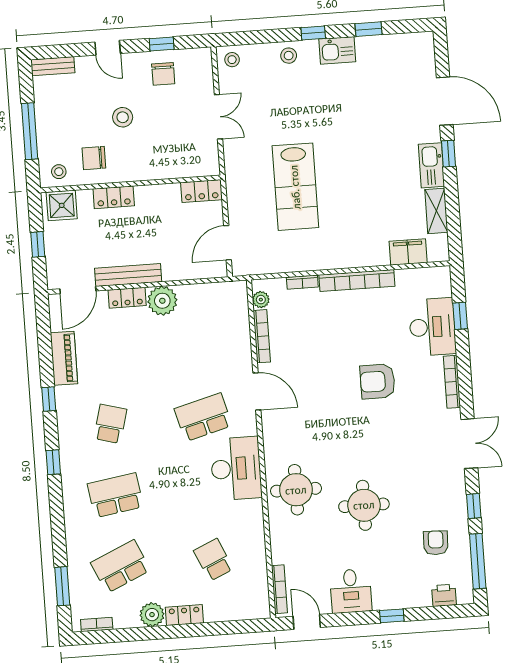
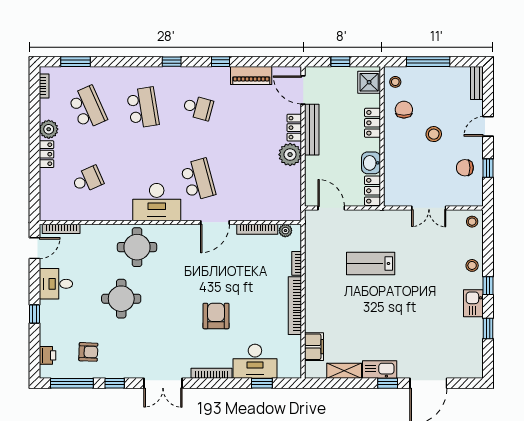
lab bench: (295, 187) -> (371, 264), width x0.73, depth x0.72
washbasin: (166, 195) -> (371, 163), added

